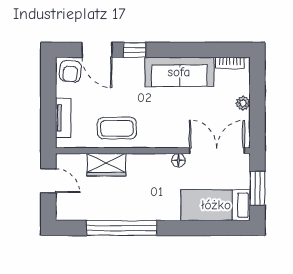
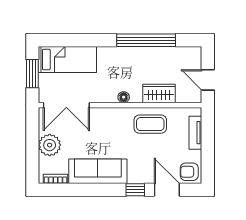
armchair: (70, 71) -> (189, 172), turned -95
plant: (243, 103) -> (50, 145), width x1.87, depth x1.87
floor lamp: (178, 160) -> (124, 97), moved

